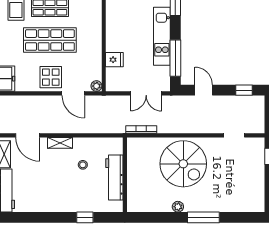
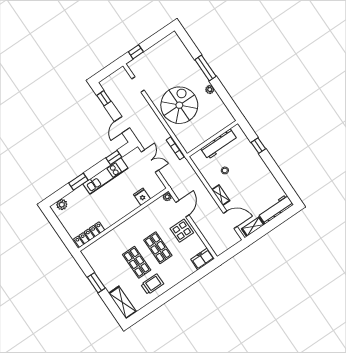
shop shelf: (50, 40) -> (158, 248), width x0.70, depth x0.74
window: (175, 58) -> (114, 158), width x0.46
door: (28, 135) -> (230, 220), hinge flipped

